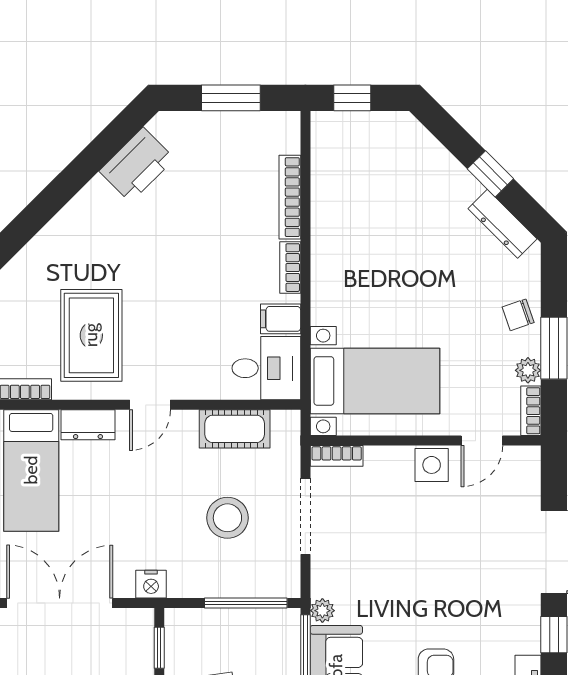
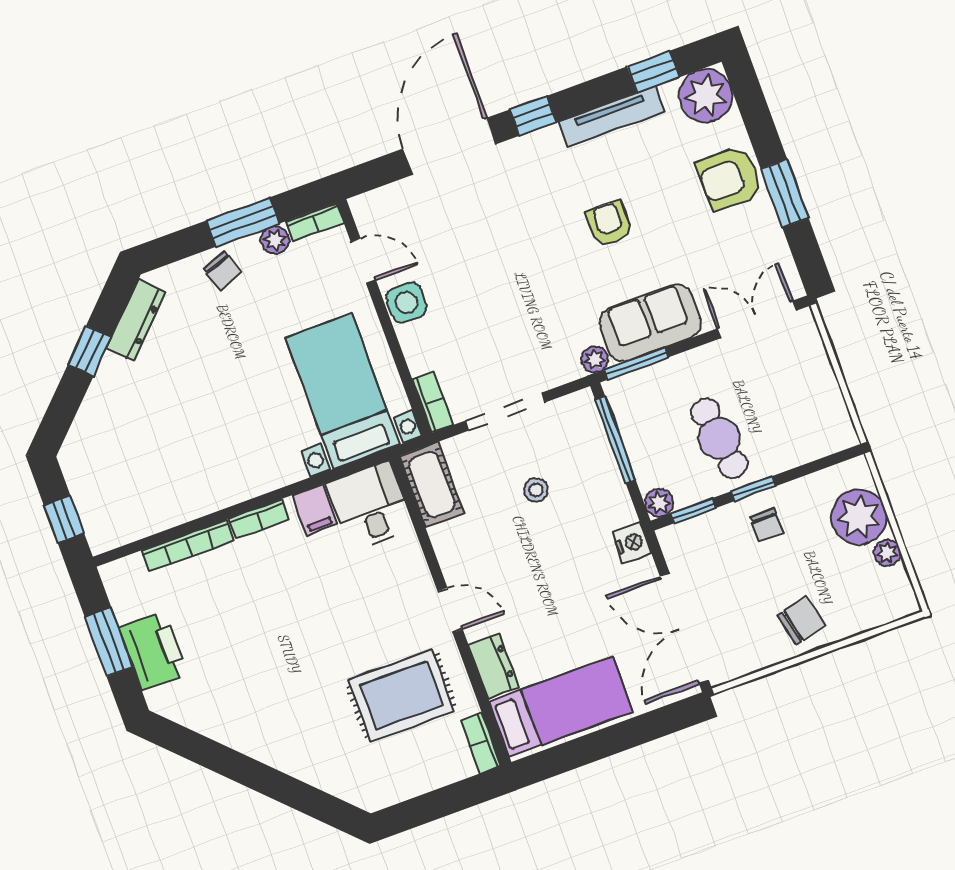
printer: (137, 165) -> (153, 651), moved, turned 45
cot: (235, 429) -> (432, 485), moved
stool: (227, 518) -> (536, 490), width x0.53, depth x0.53
plant: (177, 621) -> (659, 503), added

